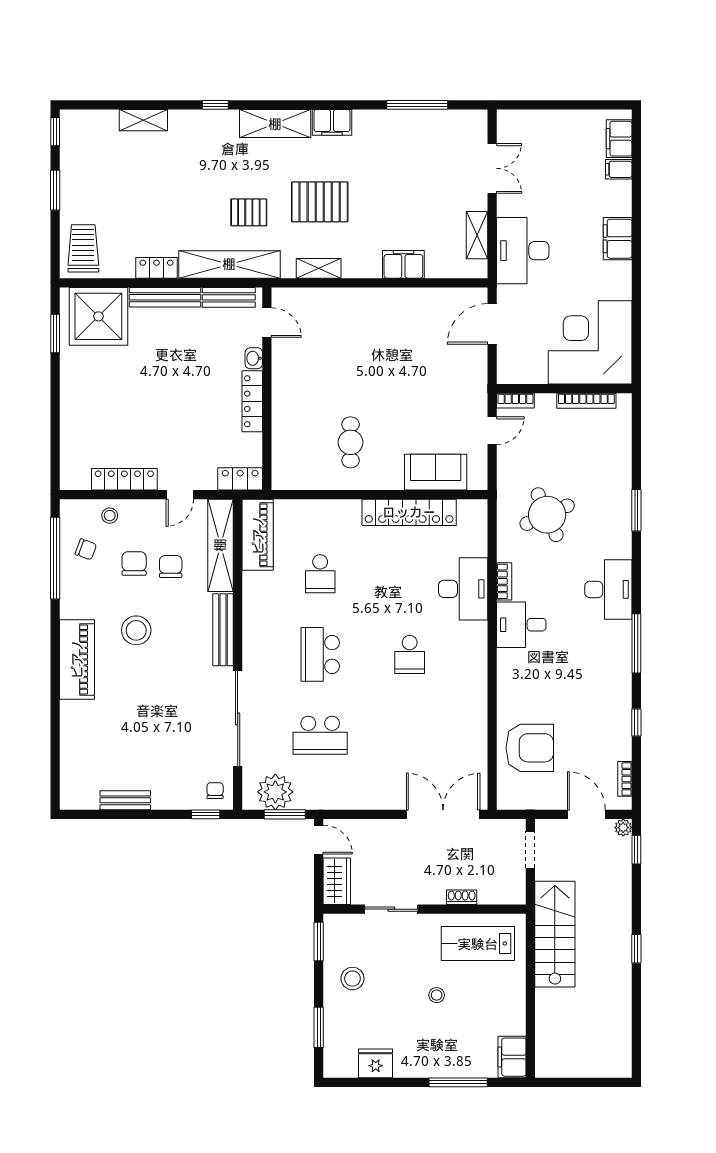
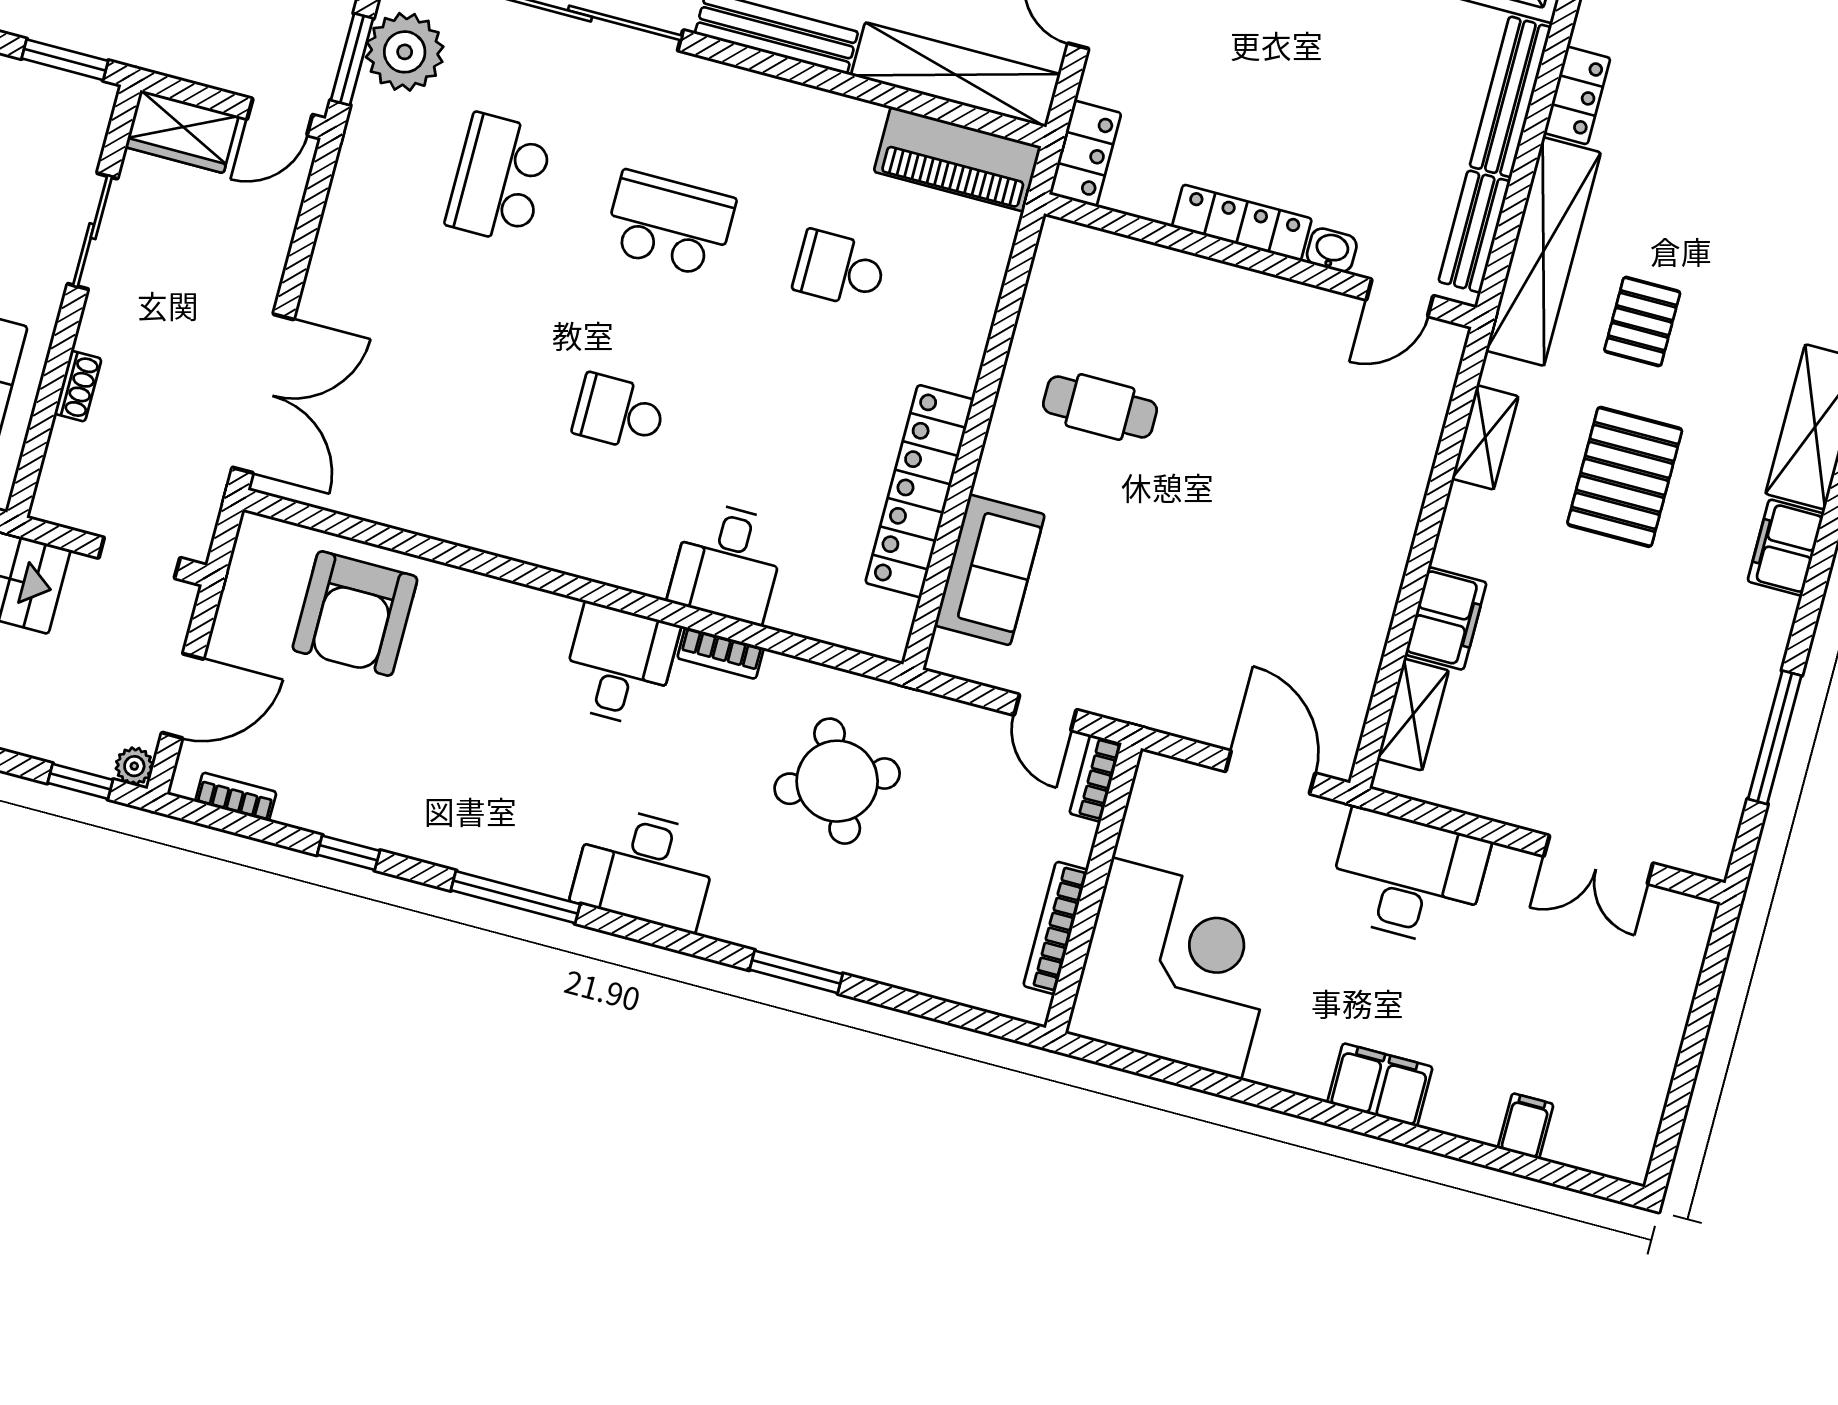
filing cabinet: (619, 139) -> (1590, 1144), removed
shelving: (477, 235) -> (1413, 715), moved, turned 90
desk: (463, 589) -> (728, 562), width x0.73

